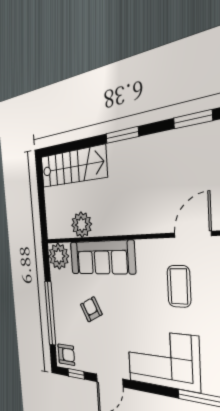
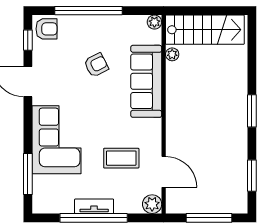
stairs: (73, 167) -> (205, 30), moved, turned -90
plant: (82, 225) -> (172, 54), width x0.53, depth x0.53
plant: (59, 256) -> (154, 22), width x0.53, depth x0.53
armchair: (66, 355) -> (47, 29), turned -90

